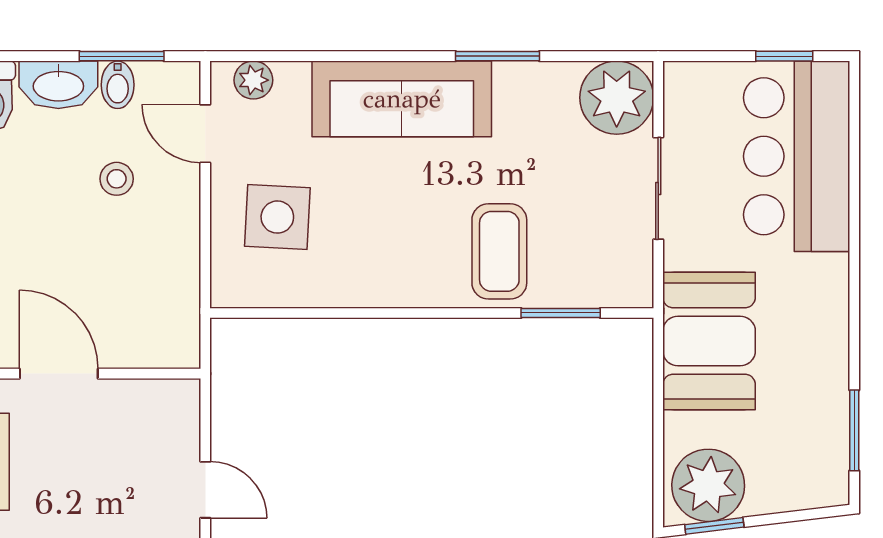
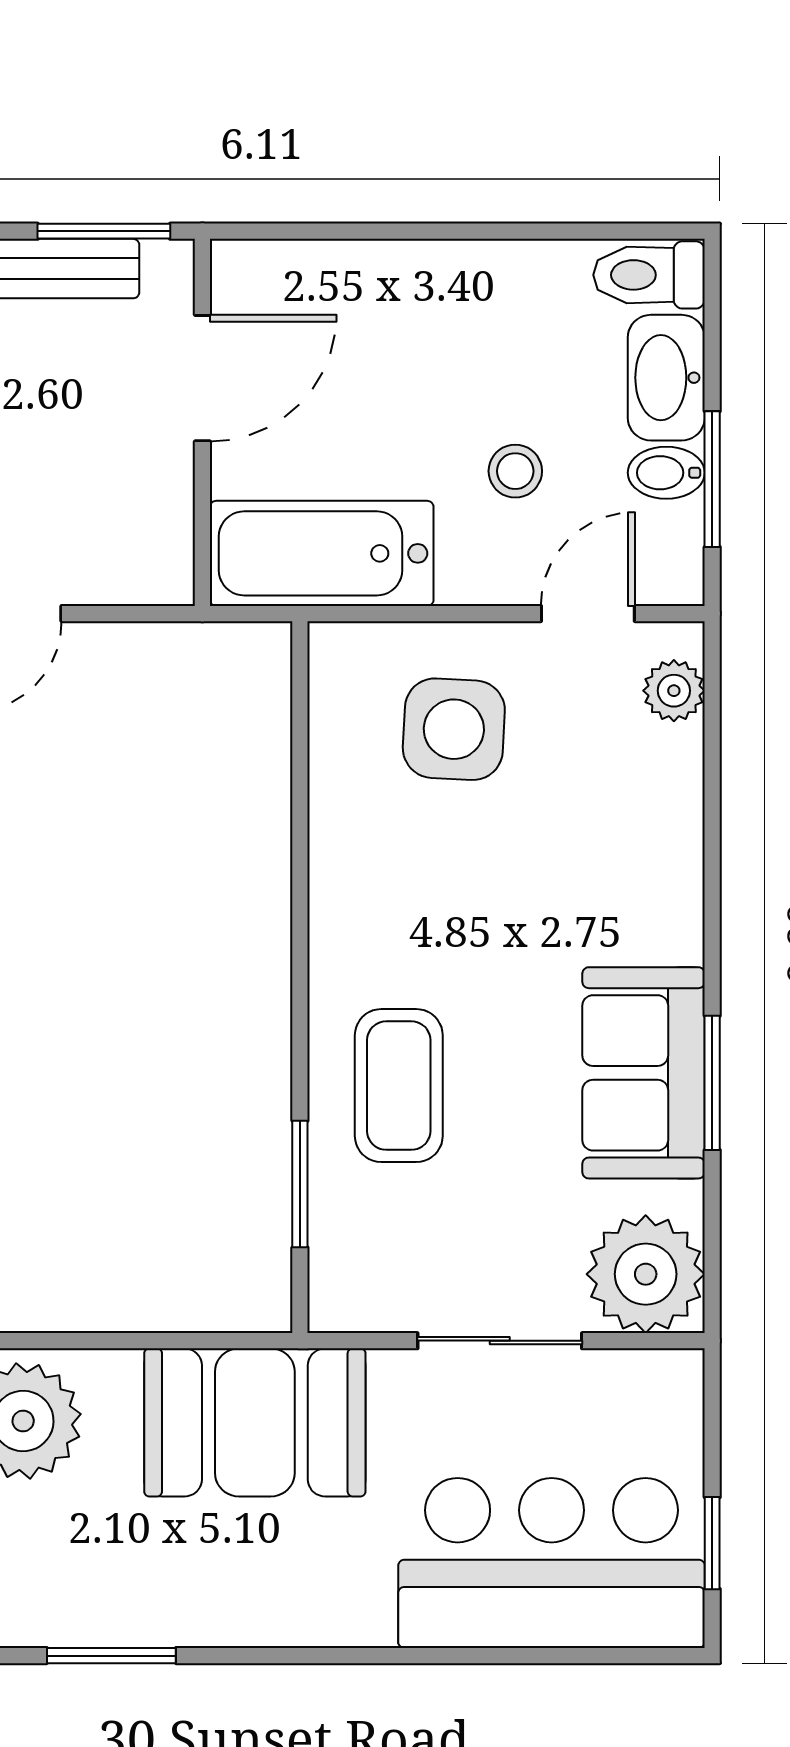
sofa: (402, 99) -> (644, 1073), moved, width x0.73
coffee table: (499, 251) -> (399, 1086), turned 90
bathtub: (168, 299) -> (322, 553), added

